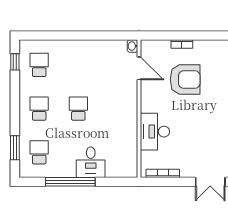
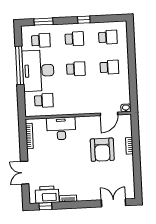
window: (15, 62) -> (84, 20), moved
school desk: (78, 65) -> (109, 67), added
school desk: (118, 152) -> (44, 101), added
desk: (91, 162) -> (38, 71), width x1.87, depth x1.30

